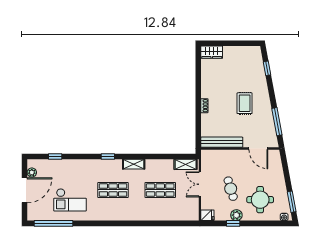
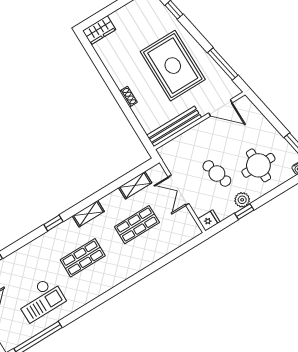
rug: (245, 103) -> (173, 66), width x1.86, depth x2.06
shelving: (186, 164) -> (135, 185), moved

